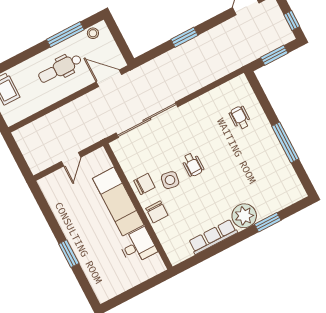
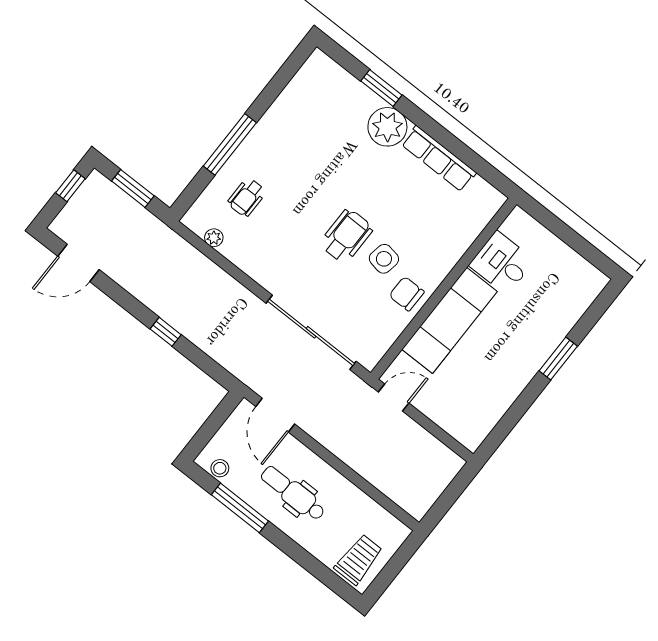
window: (184, 37) -> (166, 332), width x0.67
dental chair: (60, 68) -> (293, 493), turned 180
plant: (225, 89) -> (214, 238), added
window: (285, 143) -> (230, 144), moved
door: (71, 159) -> (394, 398), moved
wheelchair: (193, 165) -> (346, 236), width x1.36, depth x1.37
chair: (157, 212) -> (439, 257), removed

